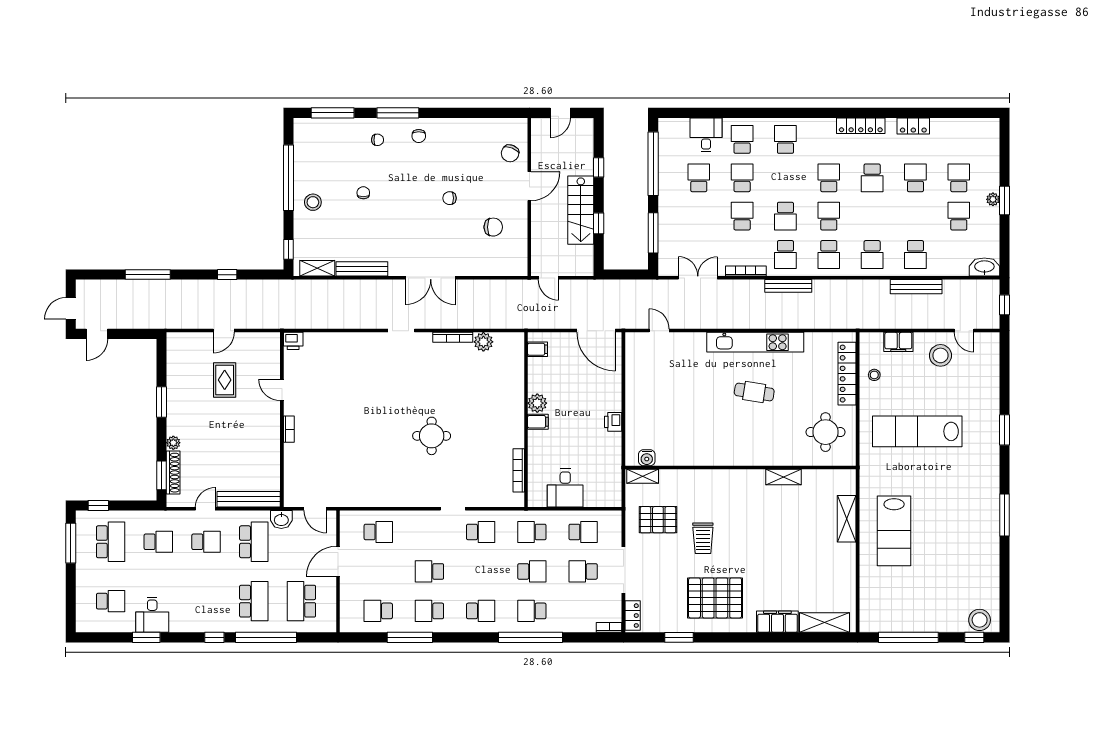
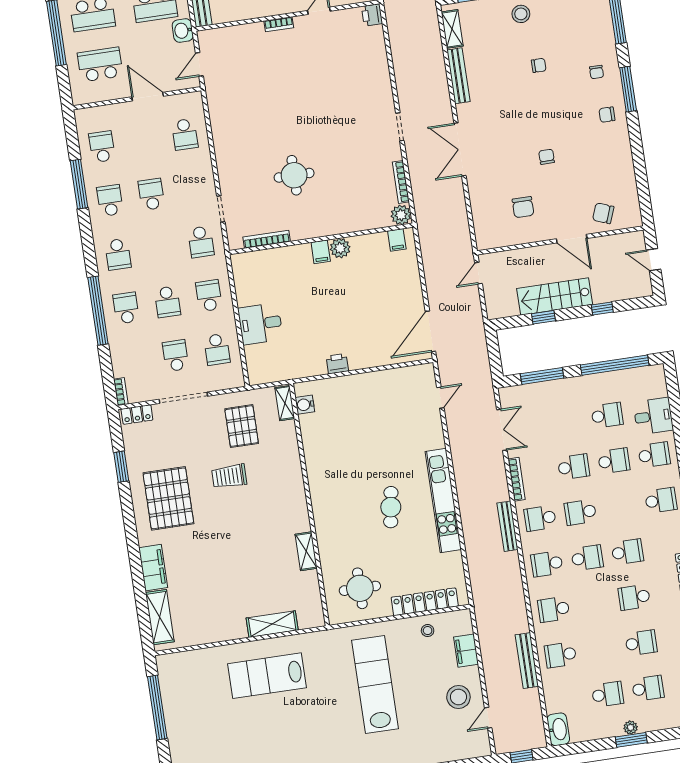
filing cabinet: (537, 349) -> (397, 240), moved
plant: (537, 403) -> (340, 248), moved
wall: (526, 420) -> (321, 239), moved
filing cabinet: (538, 422) -> (321, 252), moved
bookcase: (519, 470) -> (267, 239), moved

